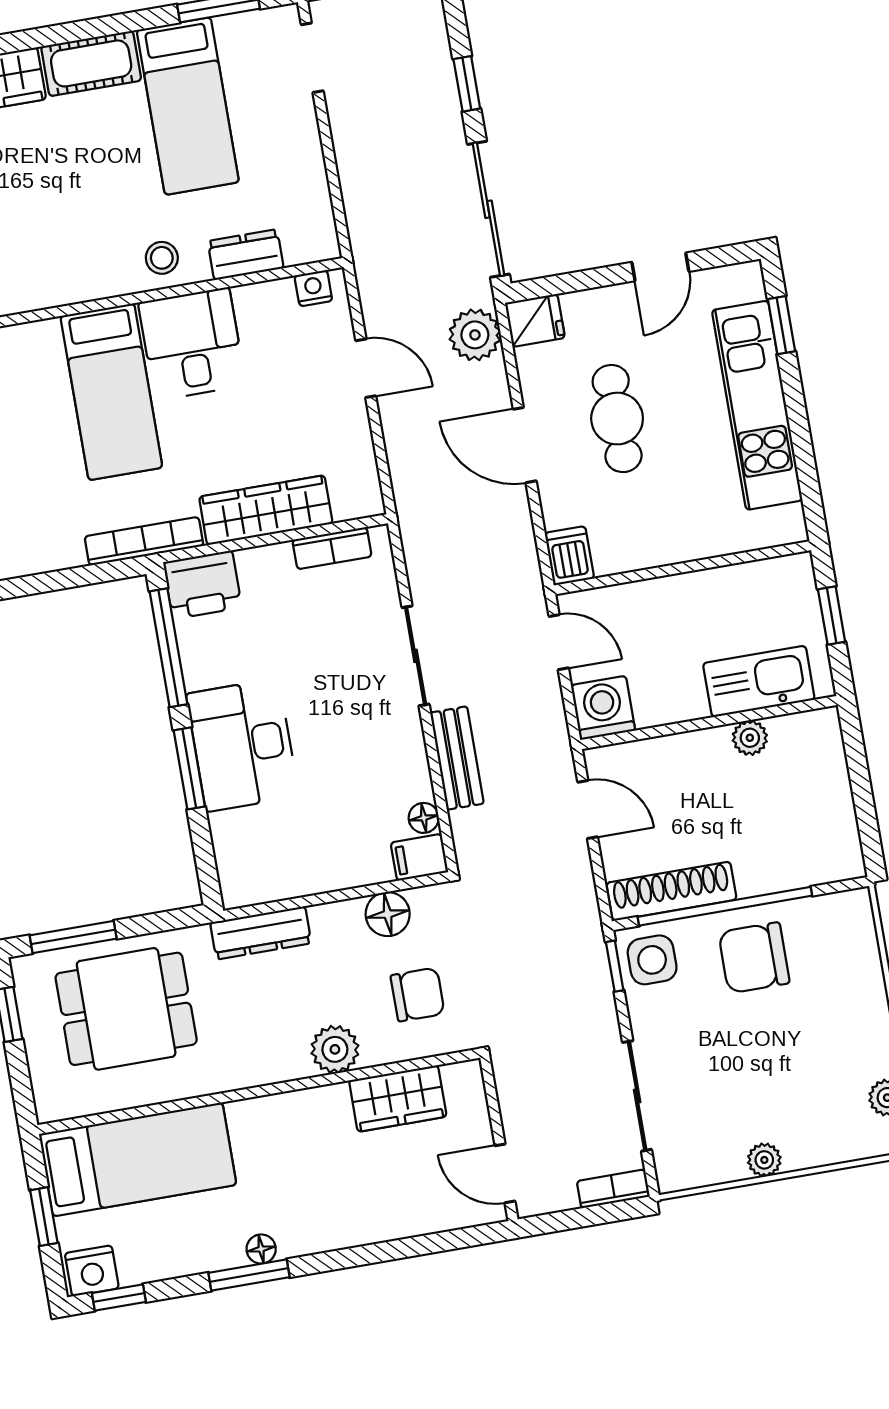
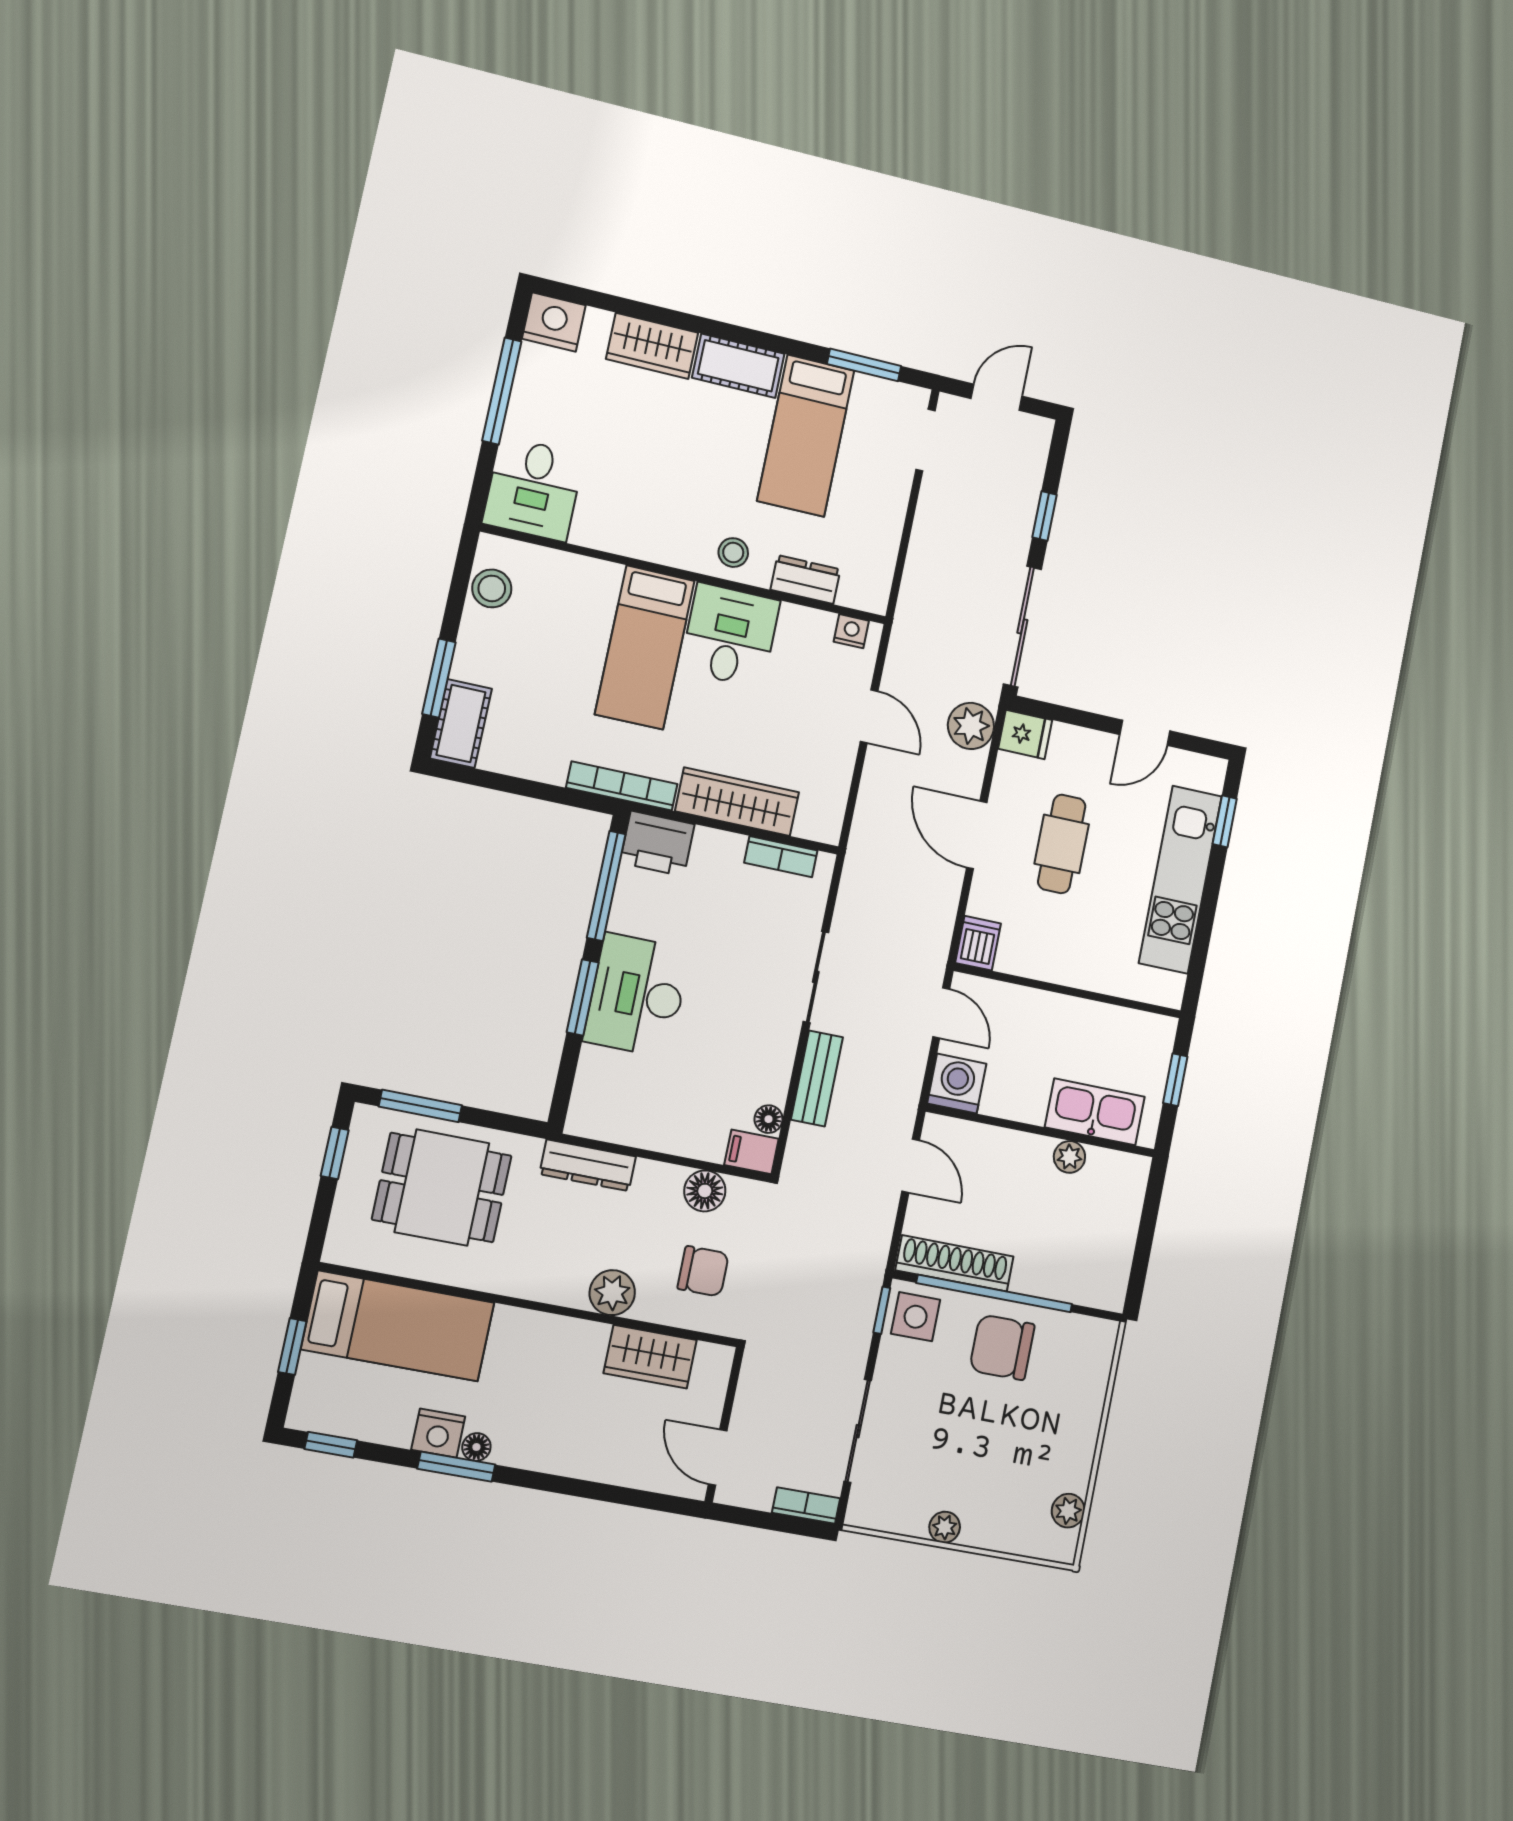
nightstand: (92, 1271) -> (438, 1433), moved

